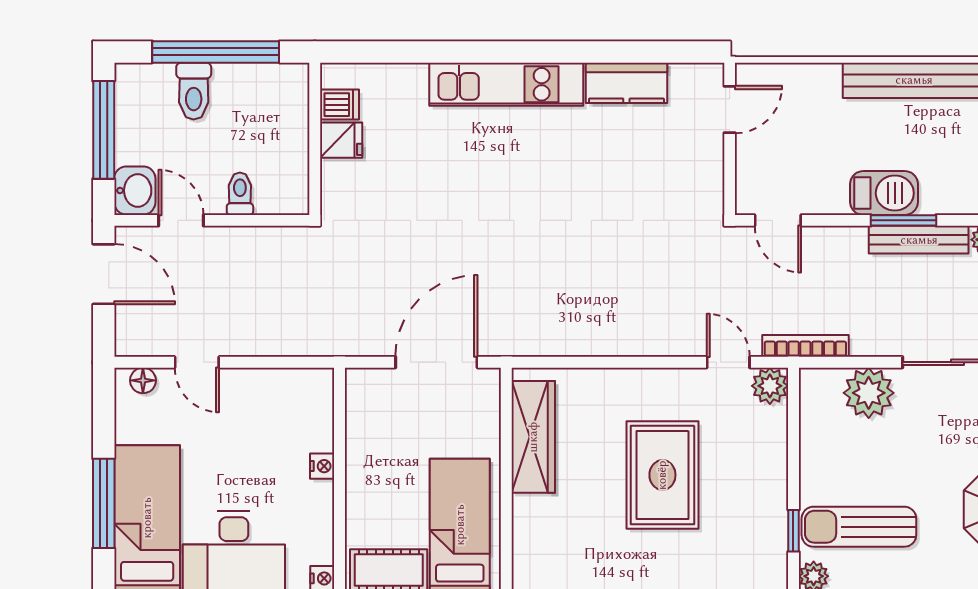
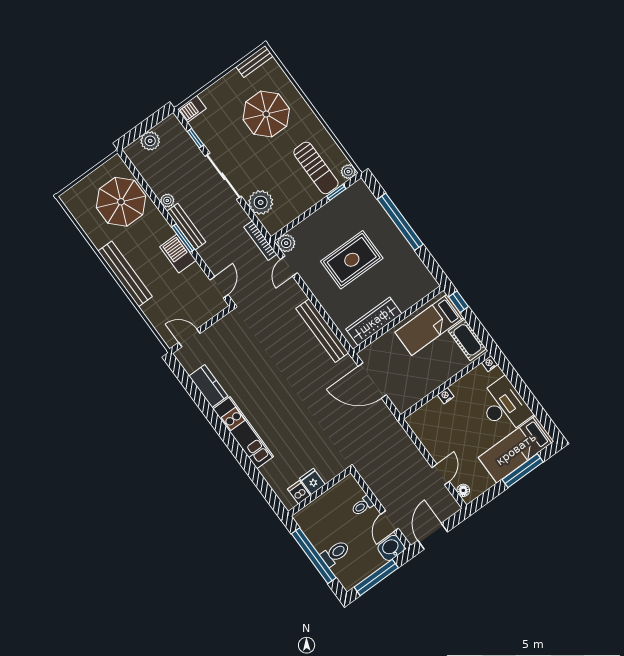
bench: (580, 340) -> (322, 331), added

